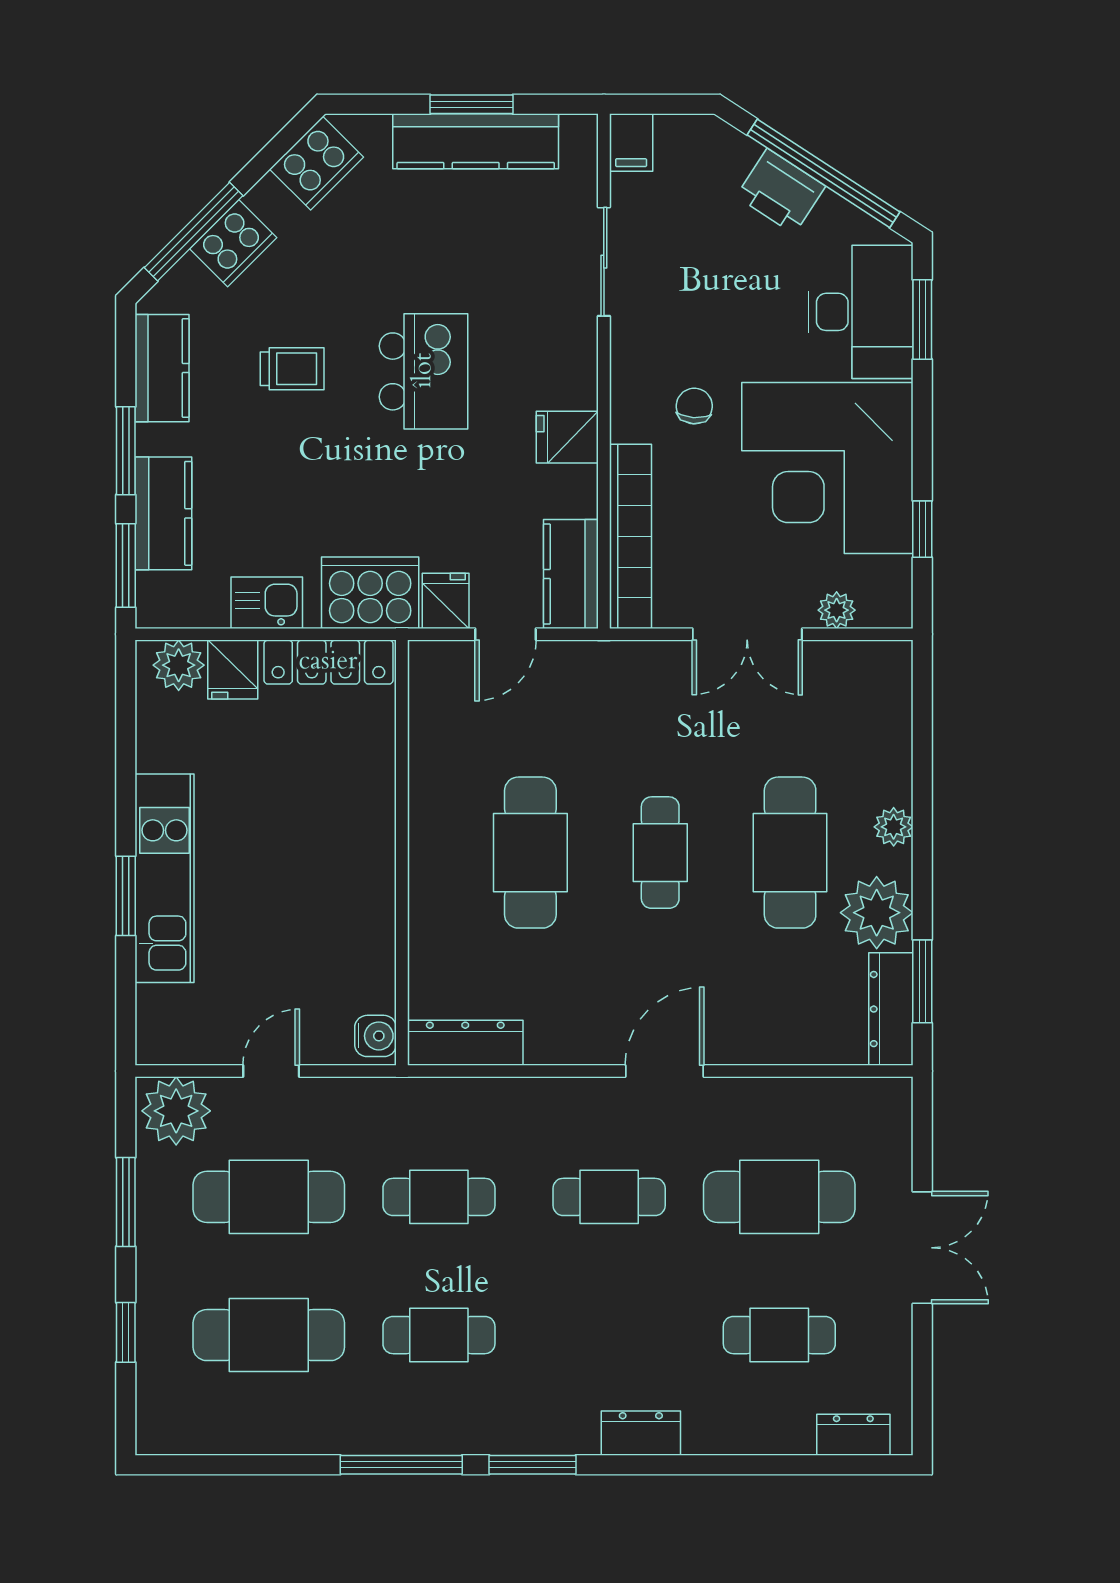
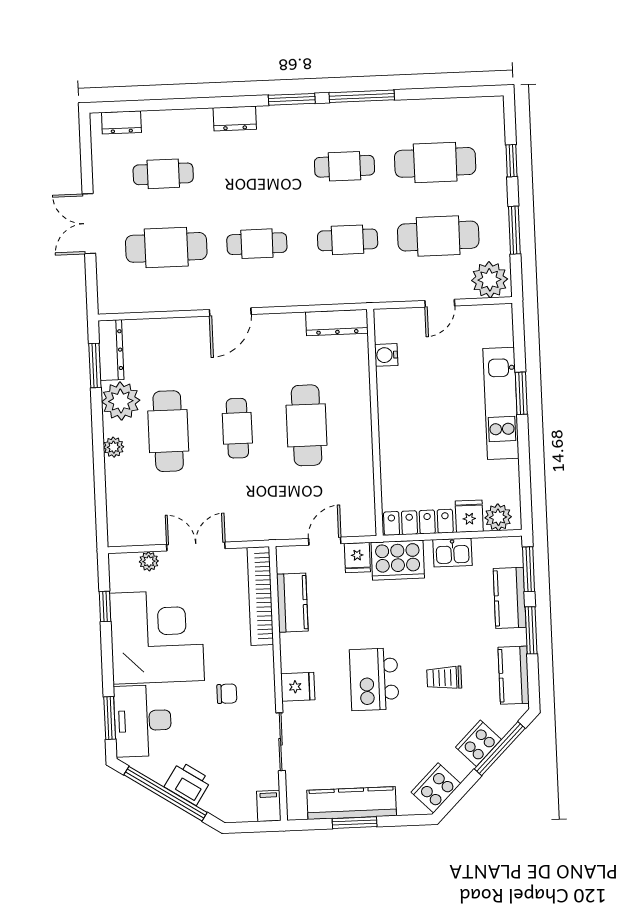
chair: (694, 406) -> (227, 694), moved, turned -94
fridge: (567, 437) -> (298, 687), moved
kitchen counter: (571, 574) -> (292, 603), moved
water cooler: (376, 1036) -> (386, 355), moved

